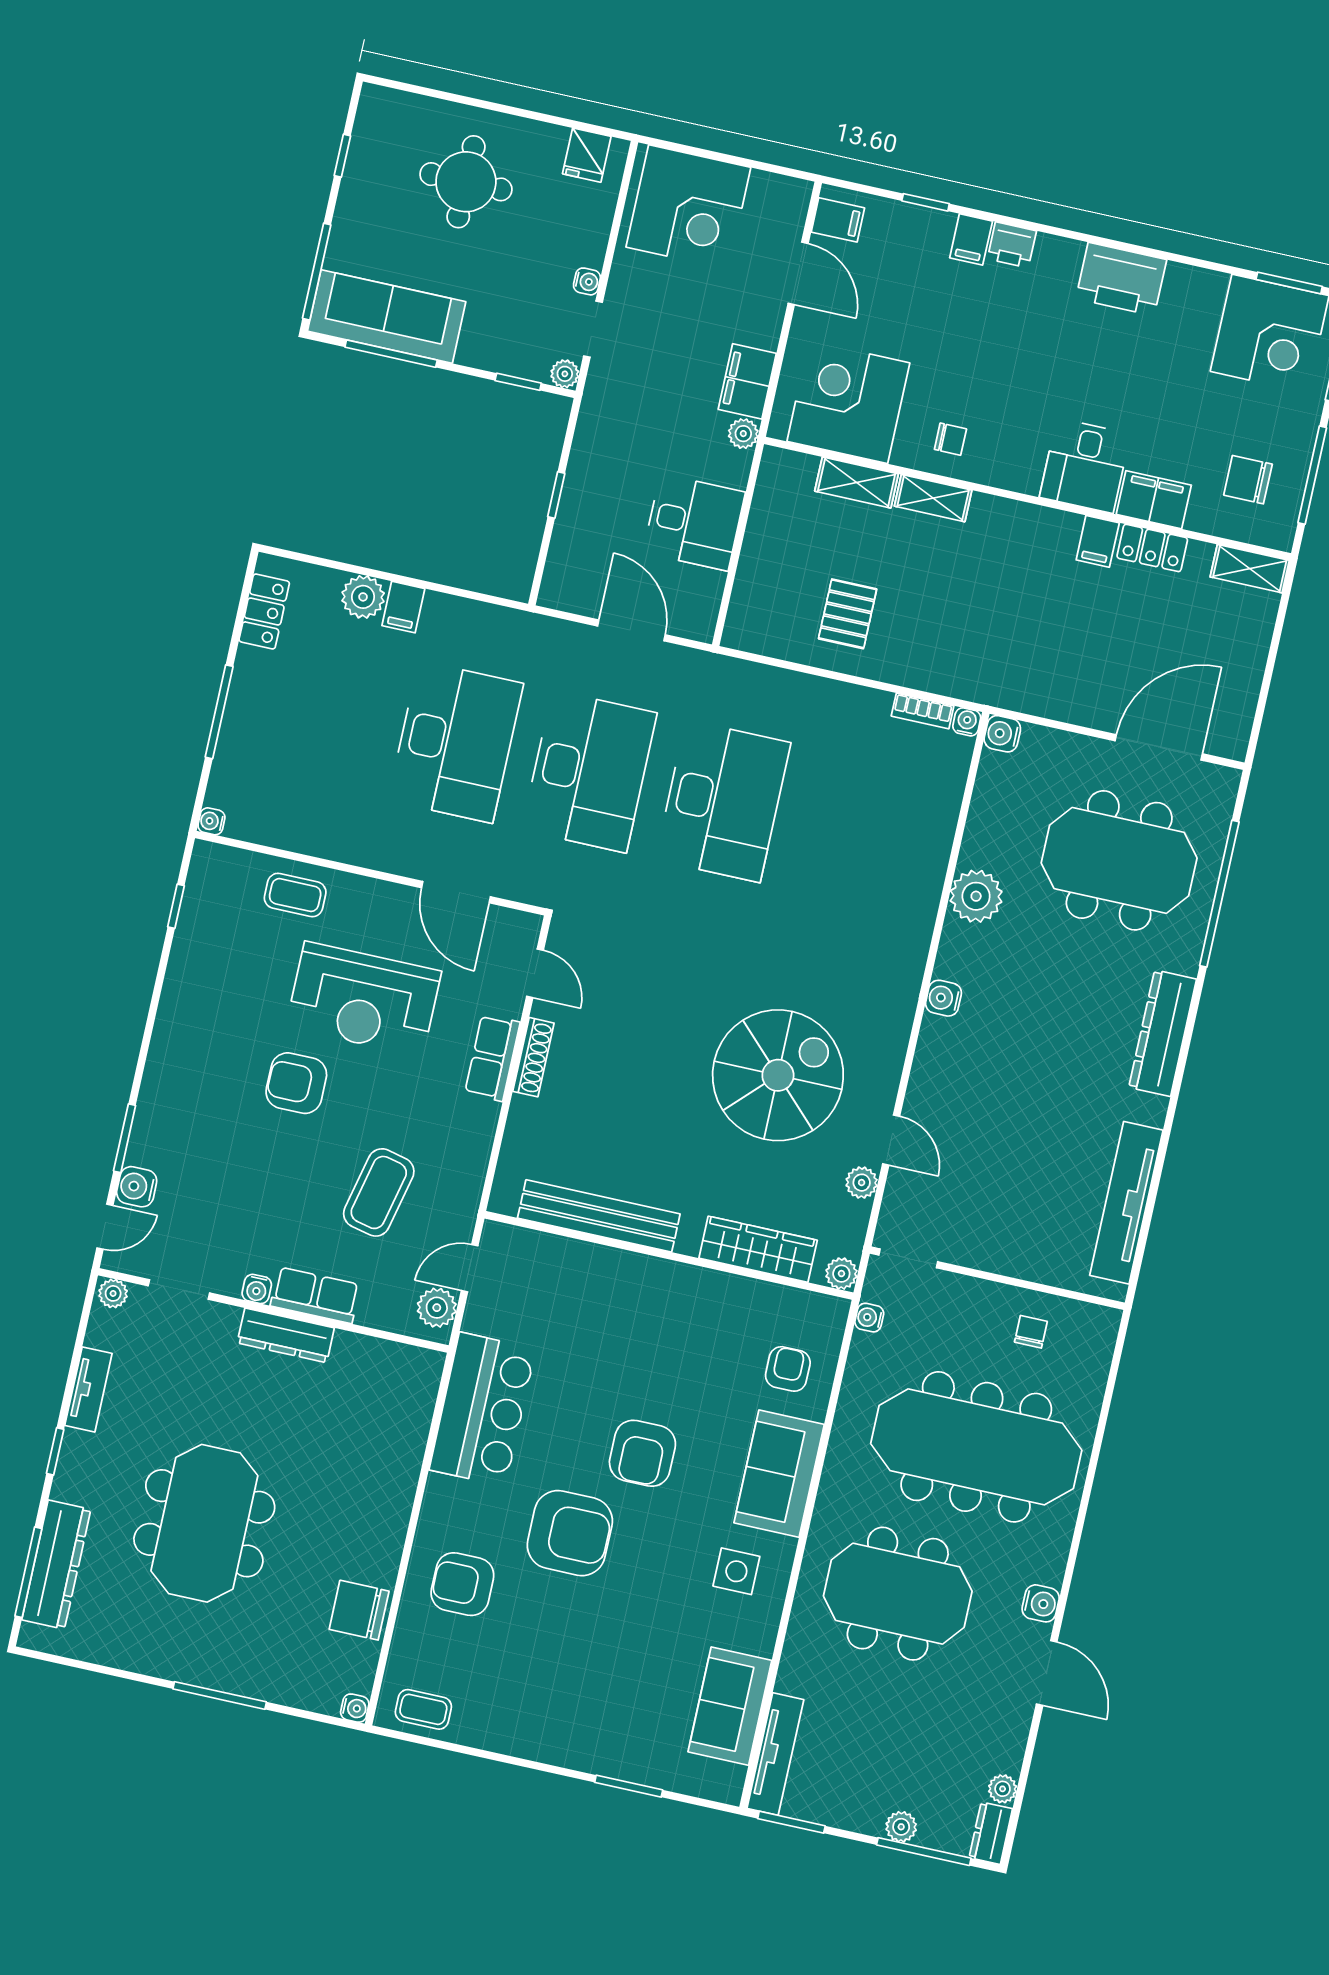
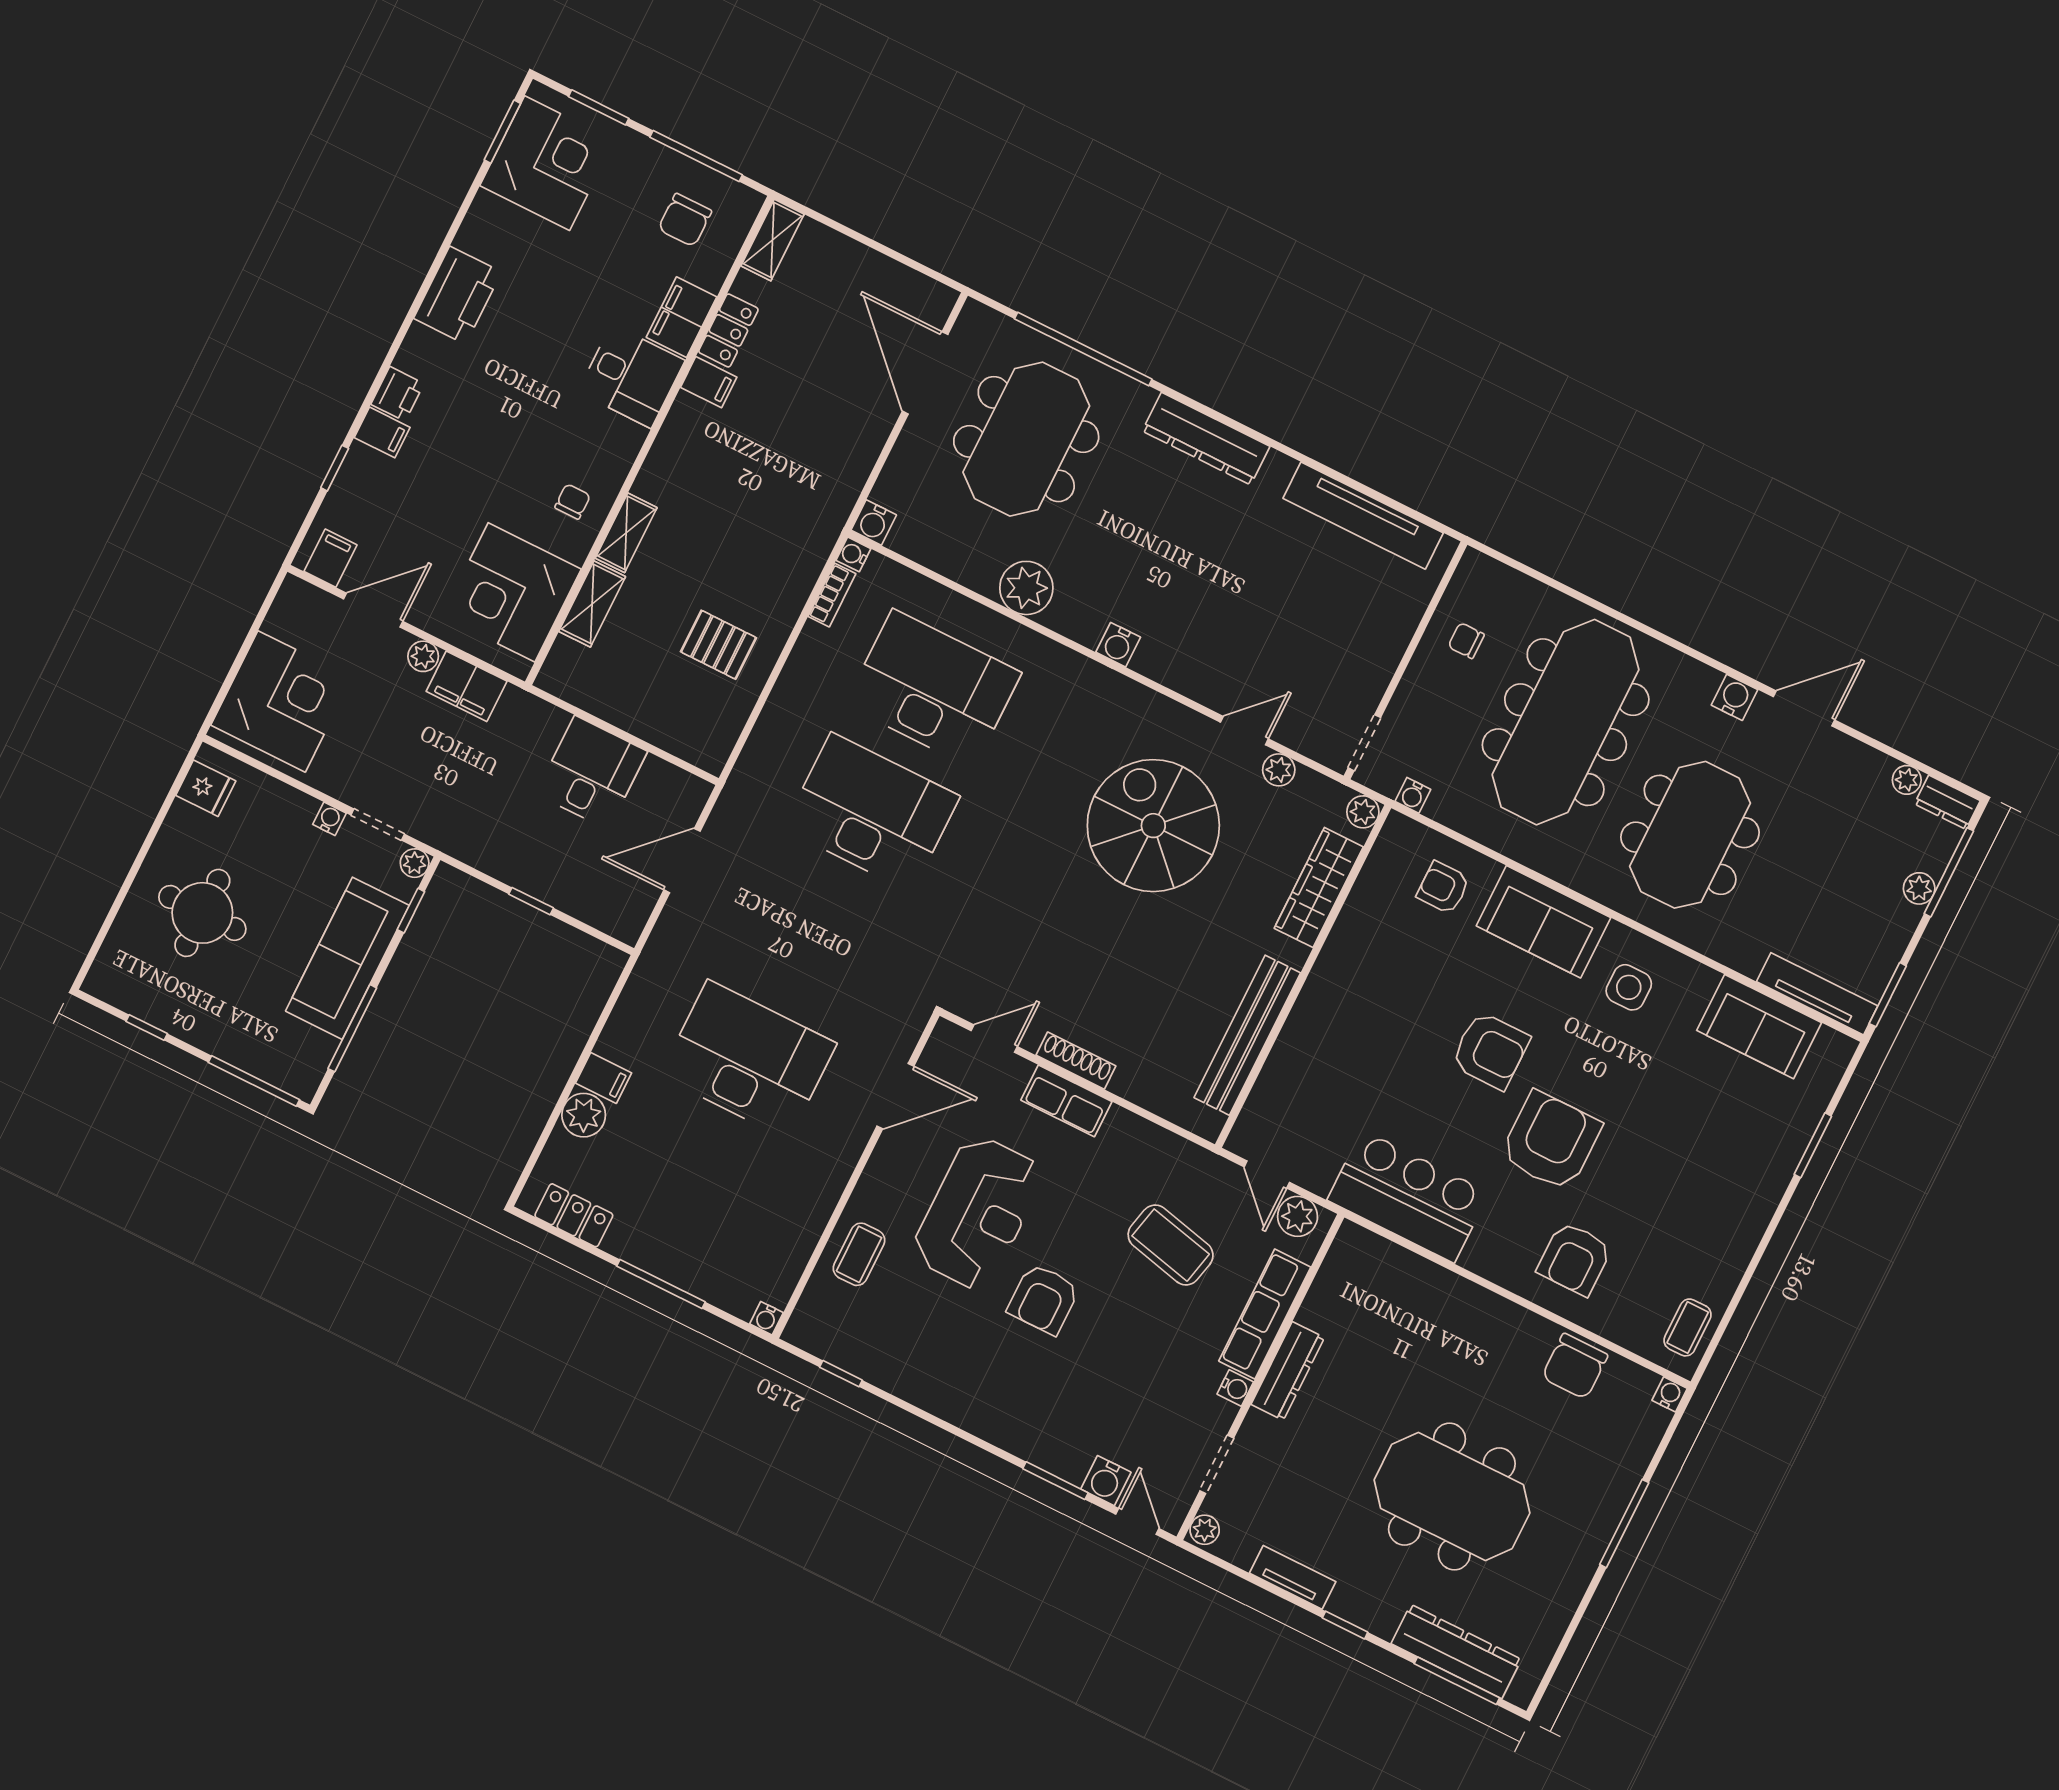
sofa: (387, 316) -> (347, 958), moved
plant: (743, 434) -> (423, 656), moved
desk: (589, 771) -> (933, 689), moved
row of seats: (315, 1295) -> (1265, 1314), width x1.48

